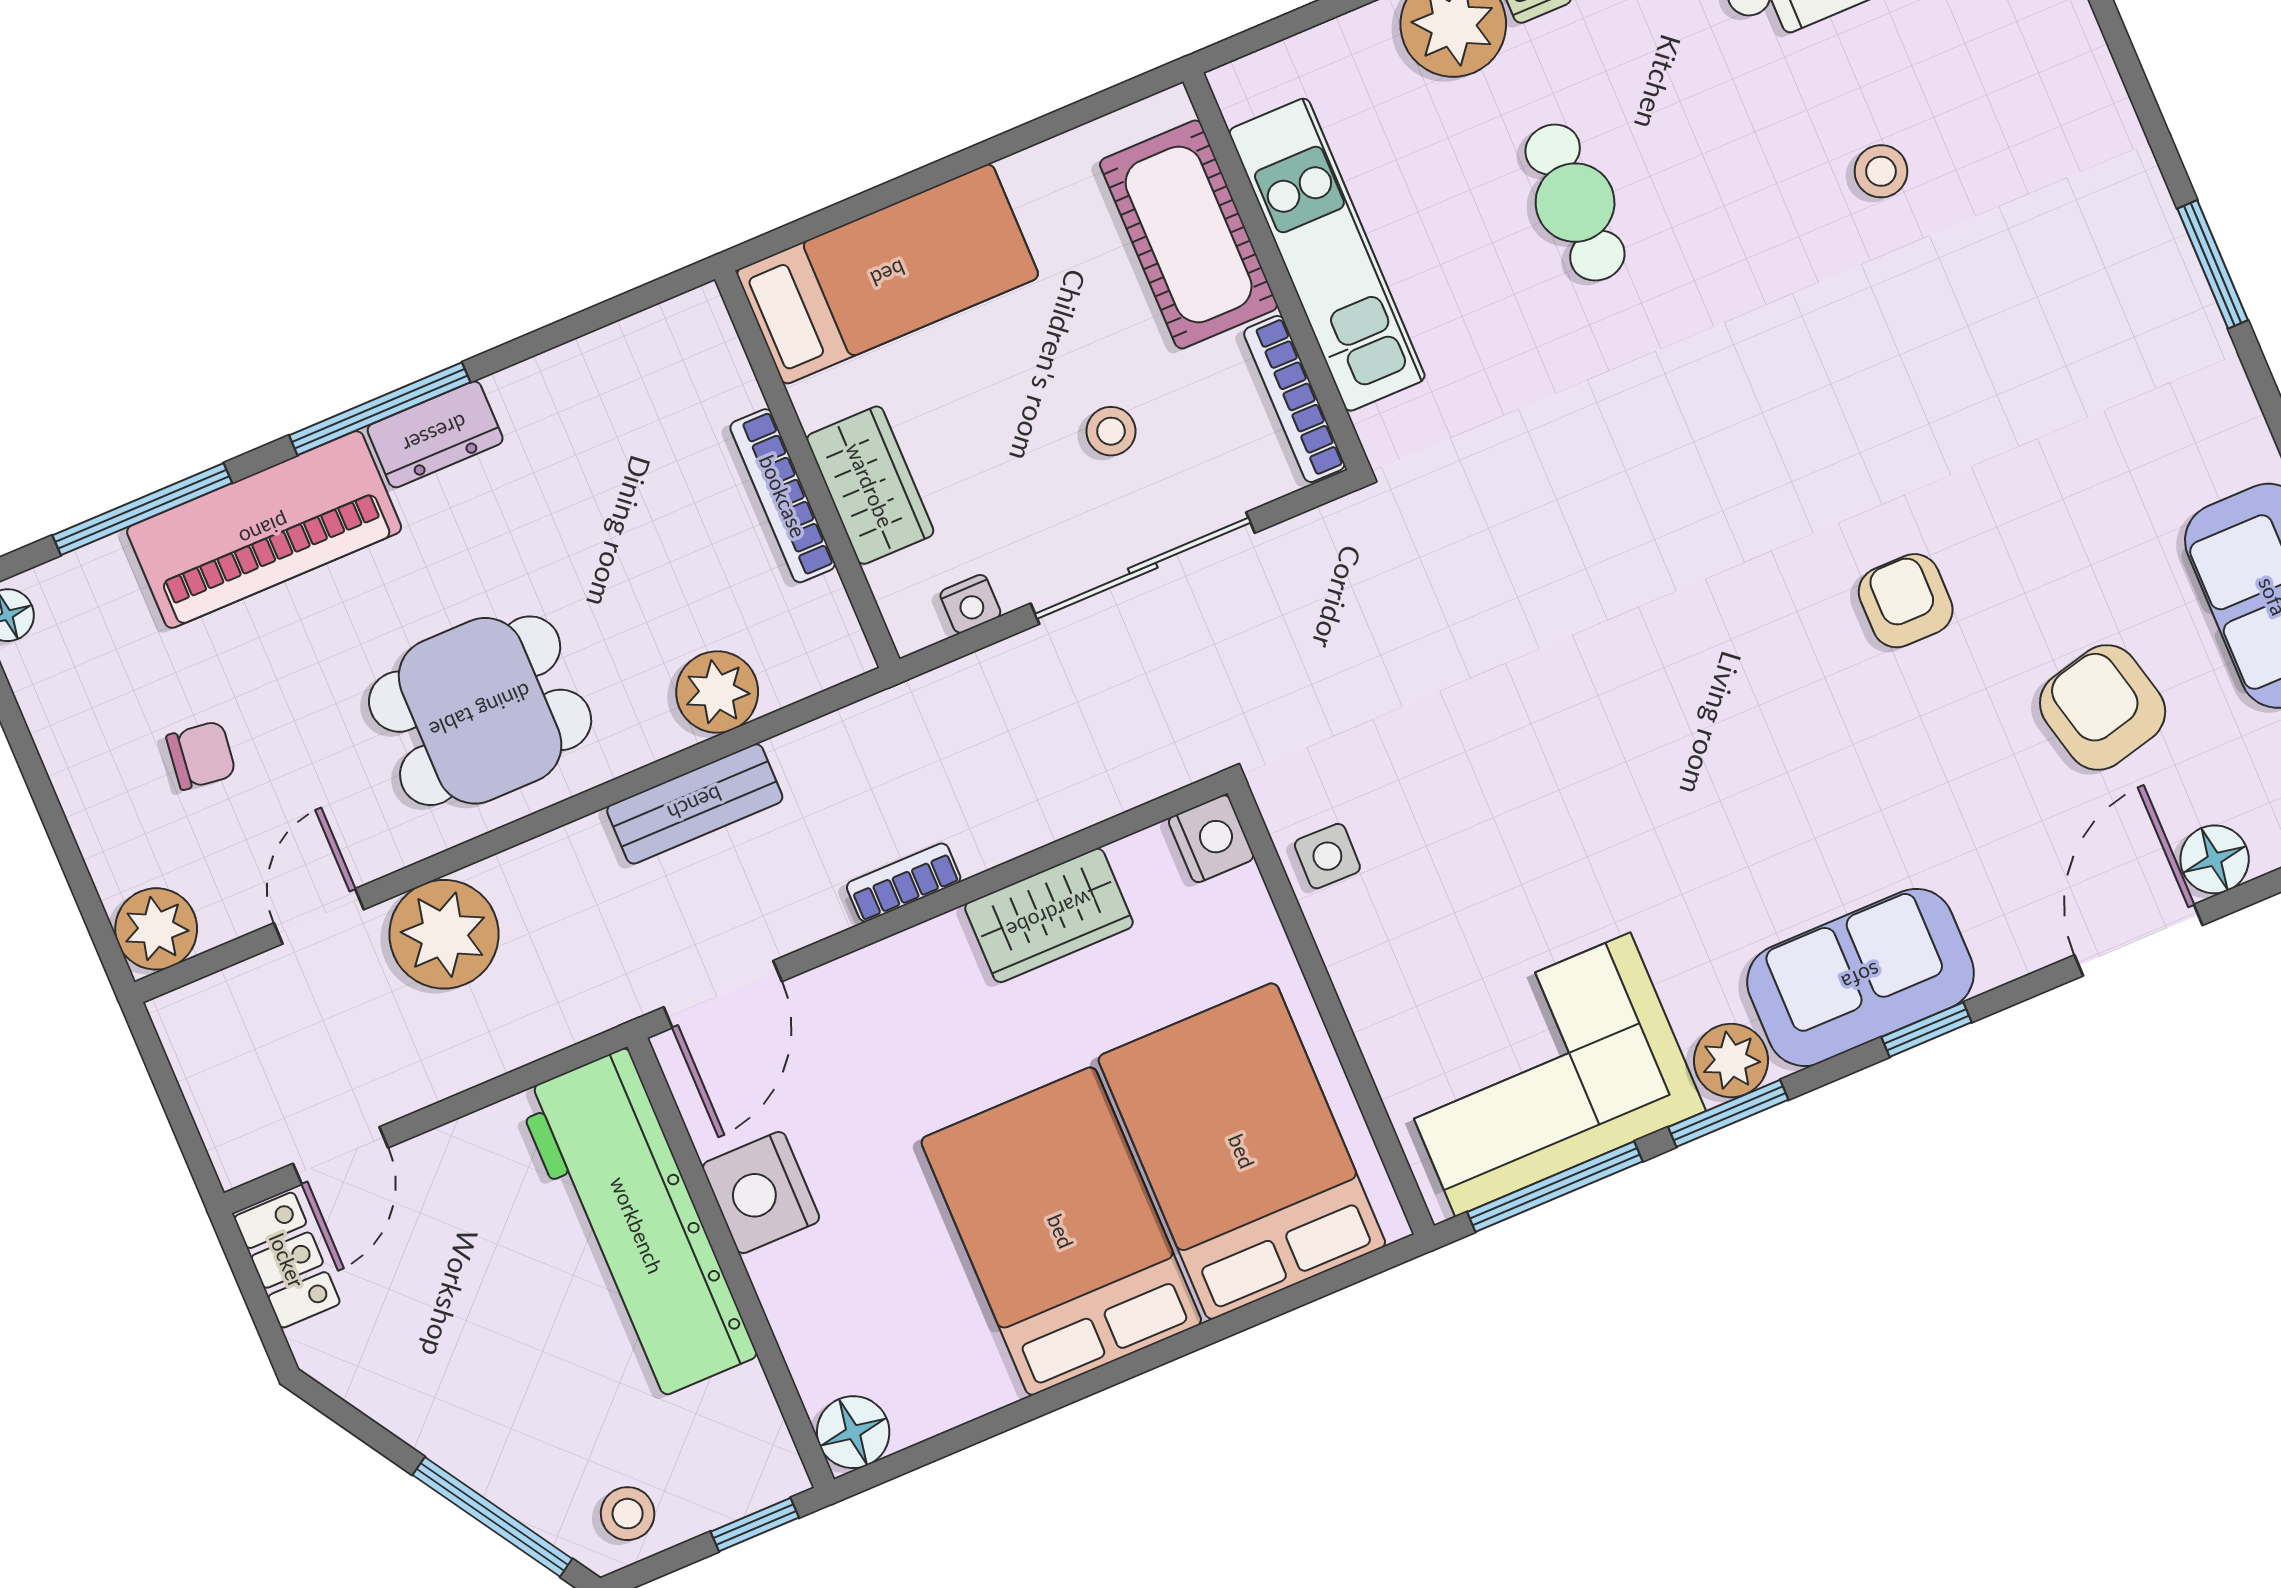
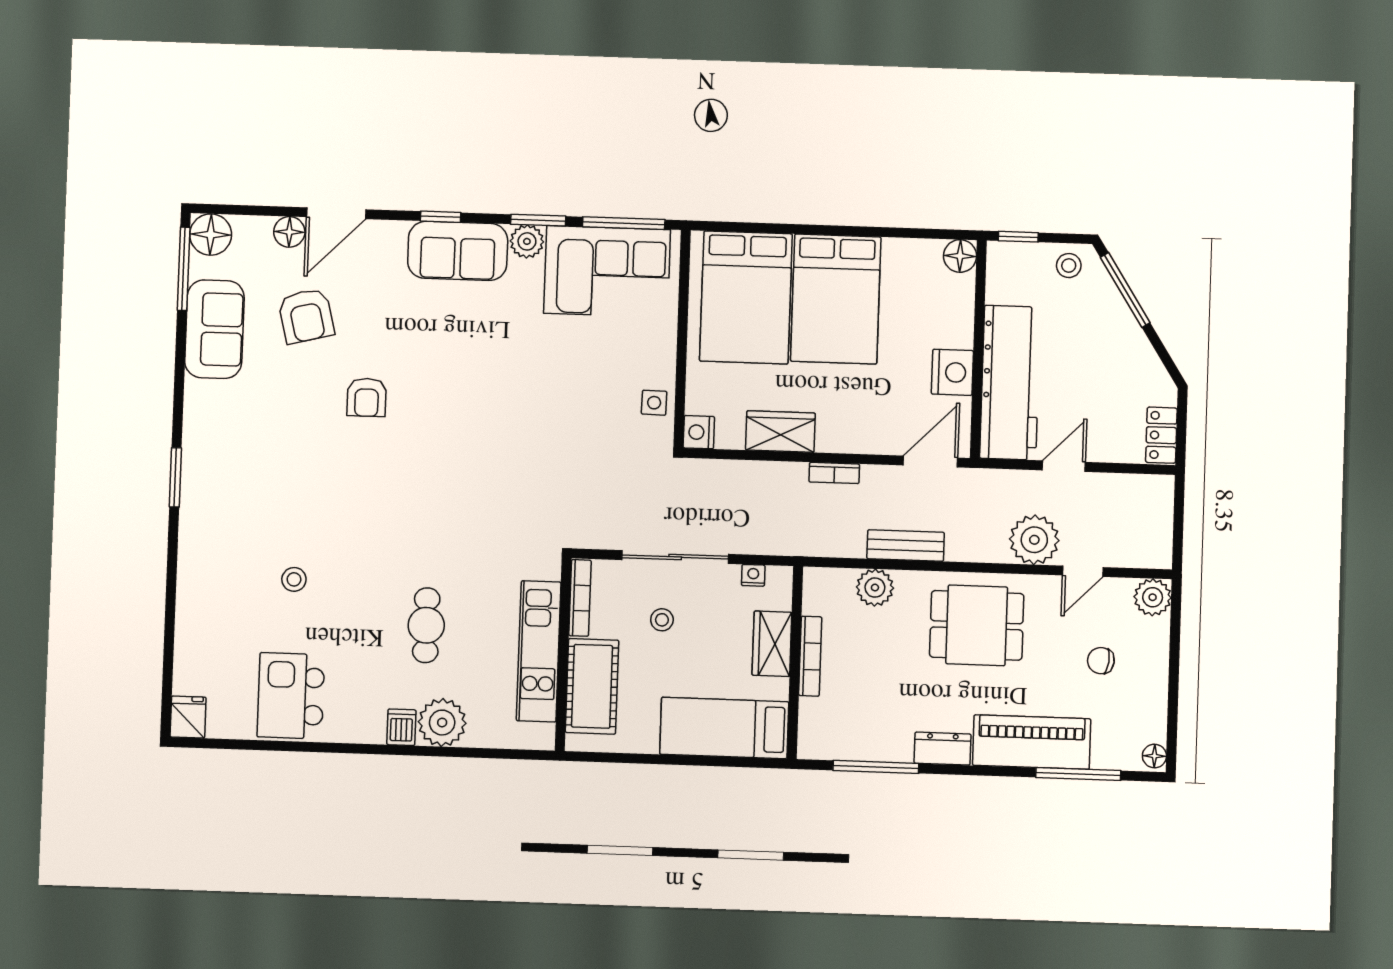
window: (380, 409) -> (876, 767), moved
door: (341, 1156) -> (1064, 466), moved

